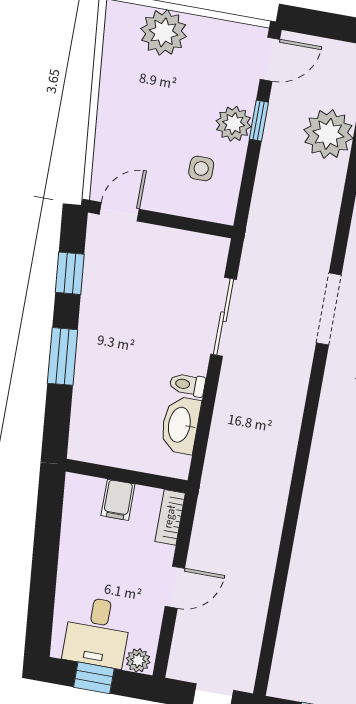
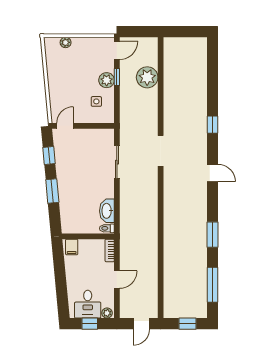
plant: (164, 32) -> (66, 42), width x0.53, depth x0.53
toilet: (187, 385) -> (107, 228), moved
filing cabinet: (118, 500) -> (72, 247), moved

